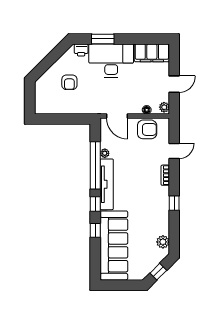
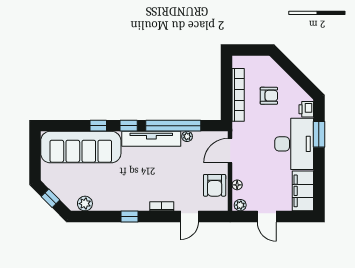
armchair: (69, 82) -> (269, 96), turned 180
bookcase: (69, 109) -> (238, 95), added
door: (174, 151) -> (190, 217), hinge flipped

